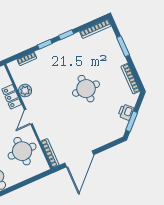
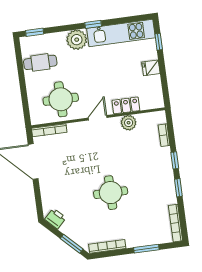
printer: (126, 112) -> (55, 218), moved
door: (28, 117) -> (98, 118), hinge flipped
window: (132, 121) -> (72, 244), moved

